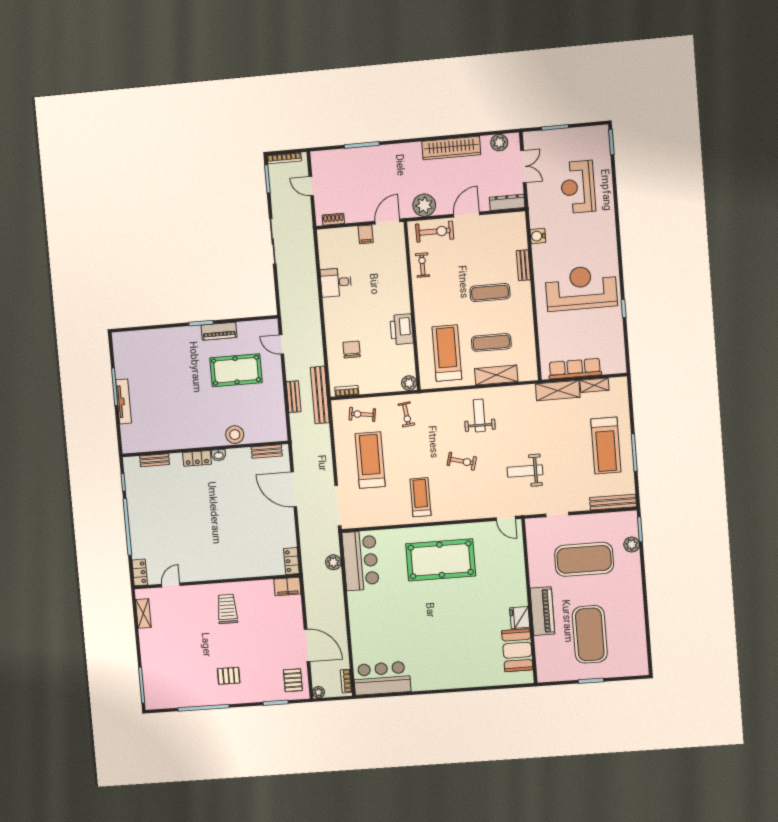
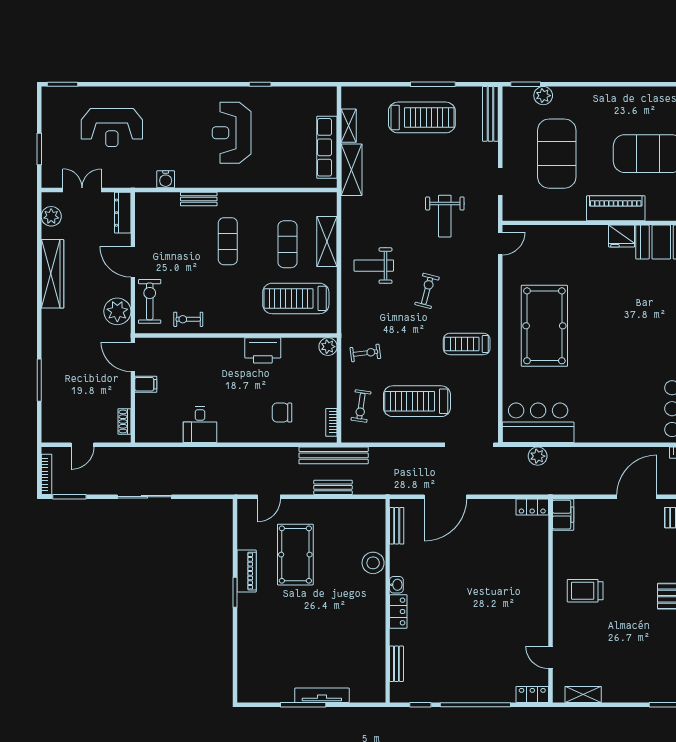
reception desk: (581, 288) -> (232, 133), width x0.74, depth x0.77

